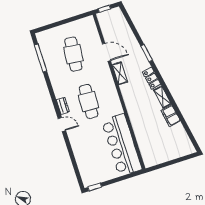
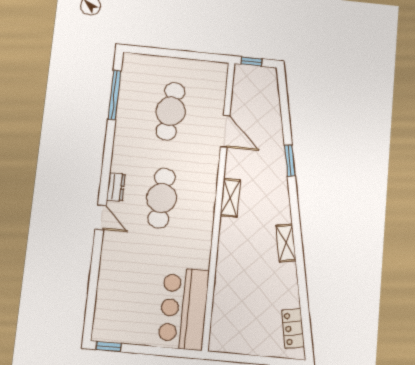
shelving: (120, 73) -> (230, 198), moved
locker: (151, 78) -> (293, 329), moved
filing cabinet: (171, 116) -> (287, 280), removed
bar counter: (122, 145) -> (184, 309), width x0.73

